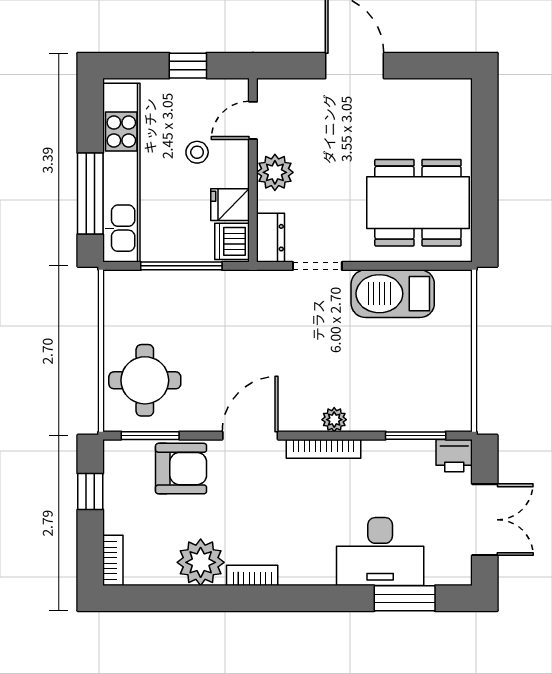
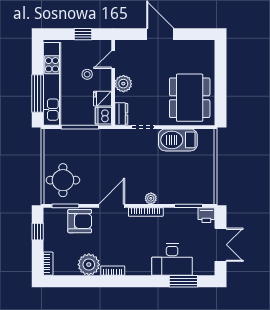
dining table: (418, 203) -> (190, 98), turned 90

